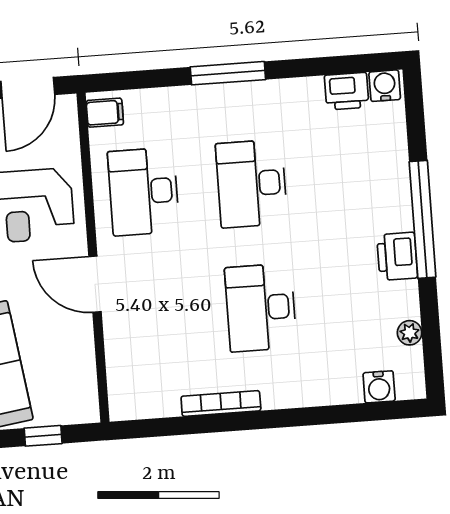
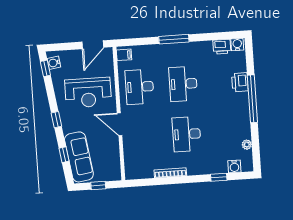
printer: (397, 256) -> (240, 82), moved
window: (341, 414) -> (219, 177), added

